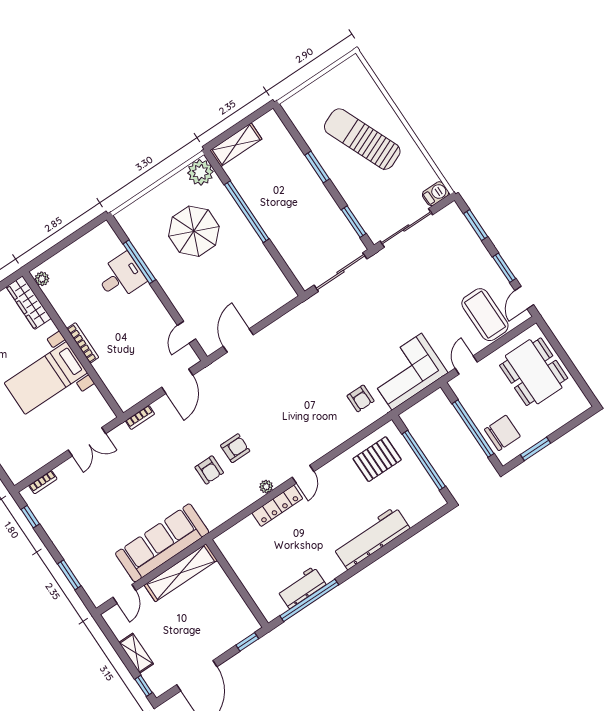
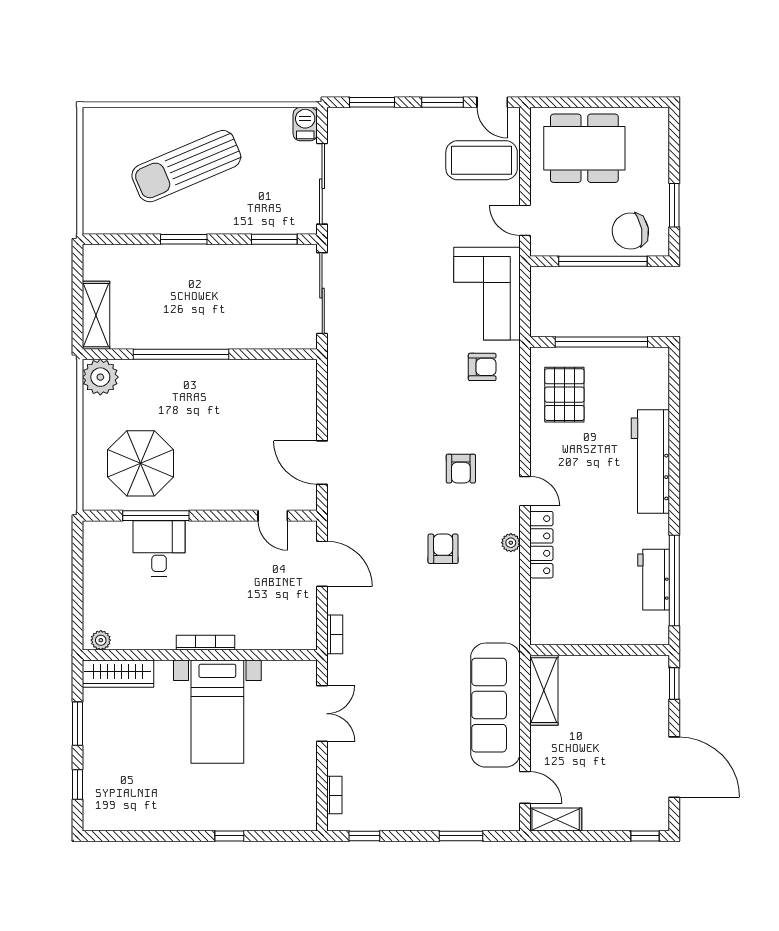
parasol: (194, 231) -> (141, 463), moved
chair: (502, 433) -> (630, 231), turned -100
armchair: (209, 470) -> (461, 469), moved, turned 90
shelving: (181, 573) -> (544, 690), width x0.68
shelving: (136, 653) -> (556, 819), moved

